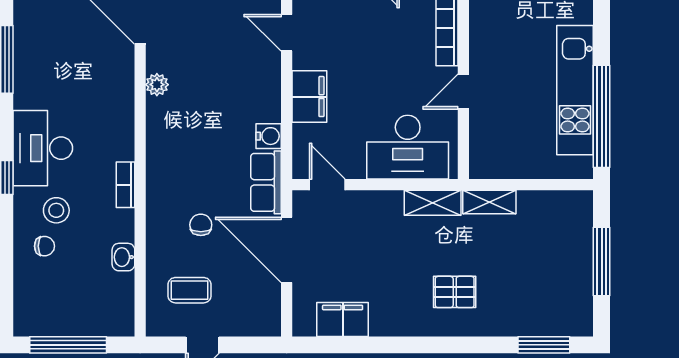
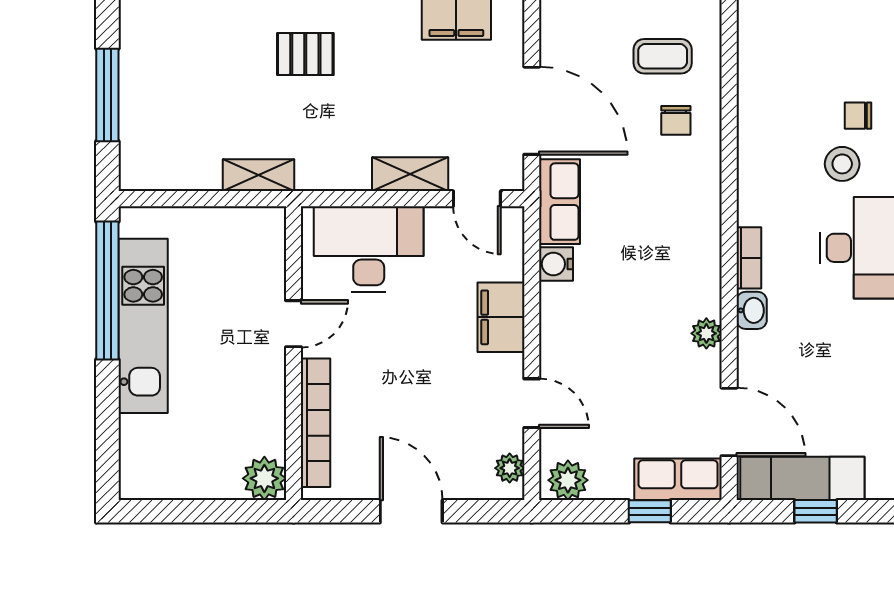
bookcase: (126, 185) -> (749, 258), moved
shelving: (433, 203) -> (410, 174), moved
chair: (201, 225) -> (676, 120), moved
washbasin: (123, 257) -> (752, 310), moved

